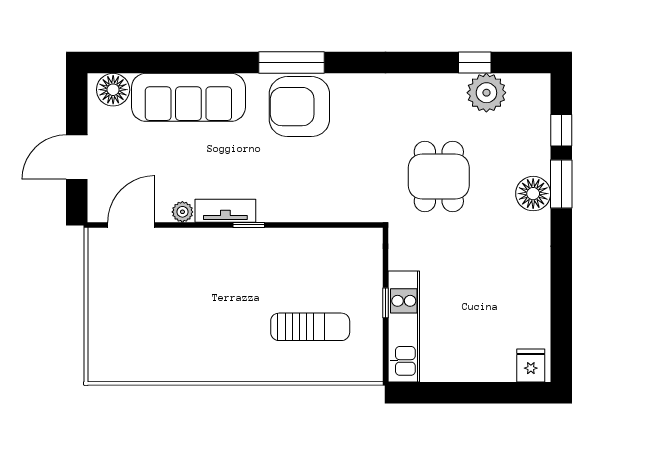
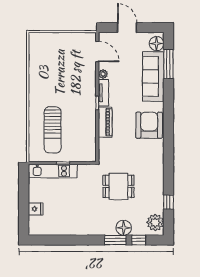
window: (292, 63) -> (168, 64), moved
plant: (486, 93) -> (155, 222), moved
floor lamp: (533, 194) -> (124, 228), moved
piano: (292, 207) -> (105, 122), added
sun lounger: (310, 327) -> (53, 130), width x1.36, depth x1.34
fridge: (531, 366) -> (36, 209), moved

